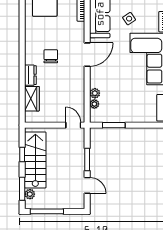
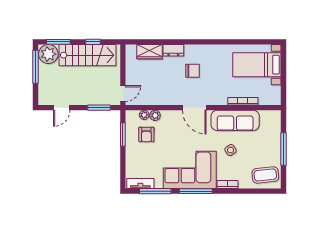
armchair: (114, 102) -> (146, 134), added
window: (87, 160) -> (99, 108), moved
plant: (30, 194) -> (48, 54), width x1.87, depth x1.87

